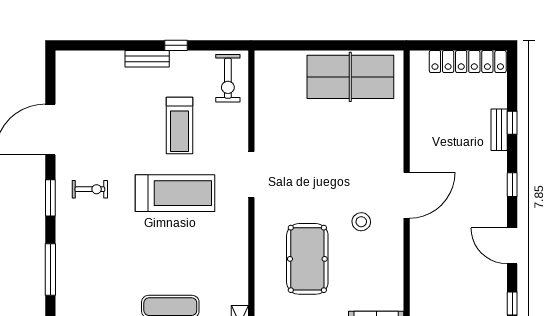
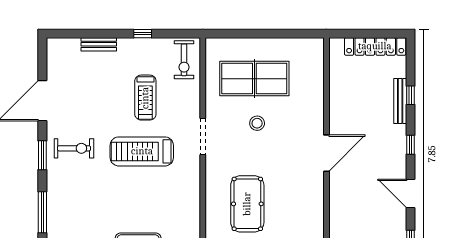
bench: (147, 59) -> (99, 44), moved
table tennis table: (350, 77) -> (254, 79), moved
bench: (499, 130) -> (400, 101), width x1.36
exercise bike: (90, 189) -> (74, 148), width x1.38, depth x1.39
treadmill: (175, 193) -> (142, 151), turned 180
stool: (361, 222) -> (257, 123), moved

